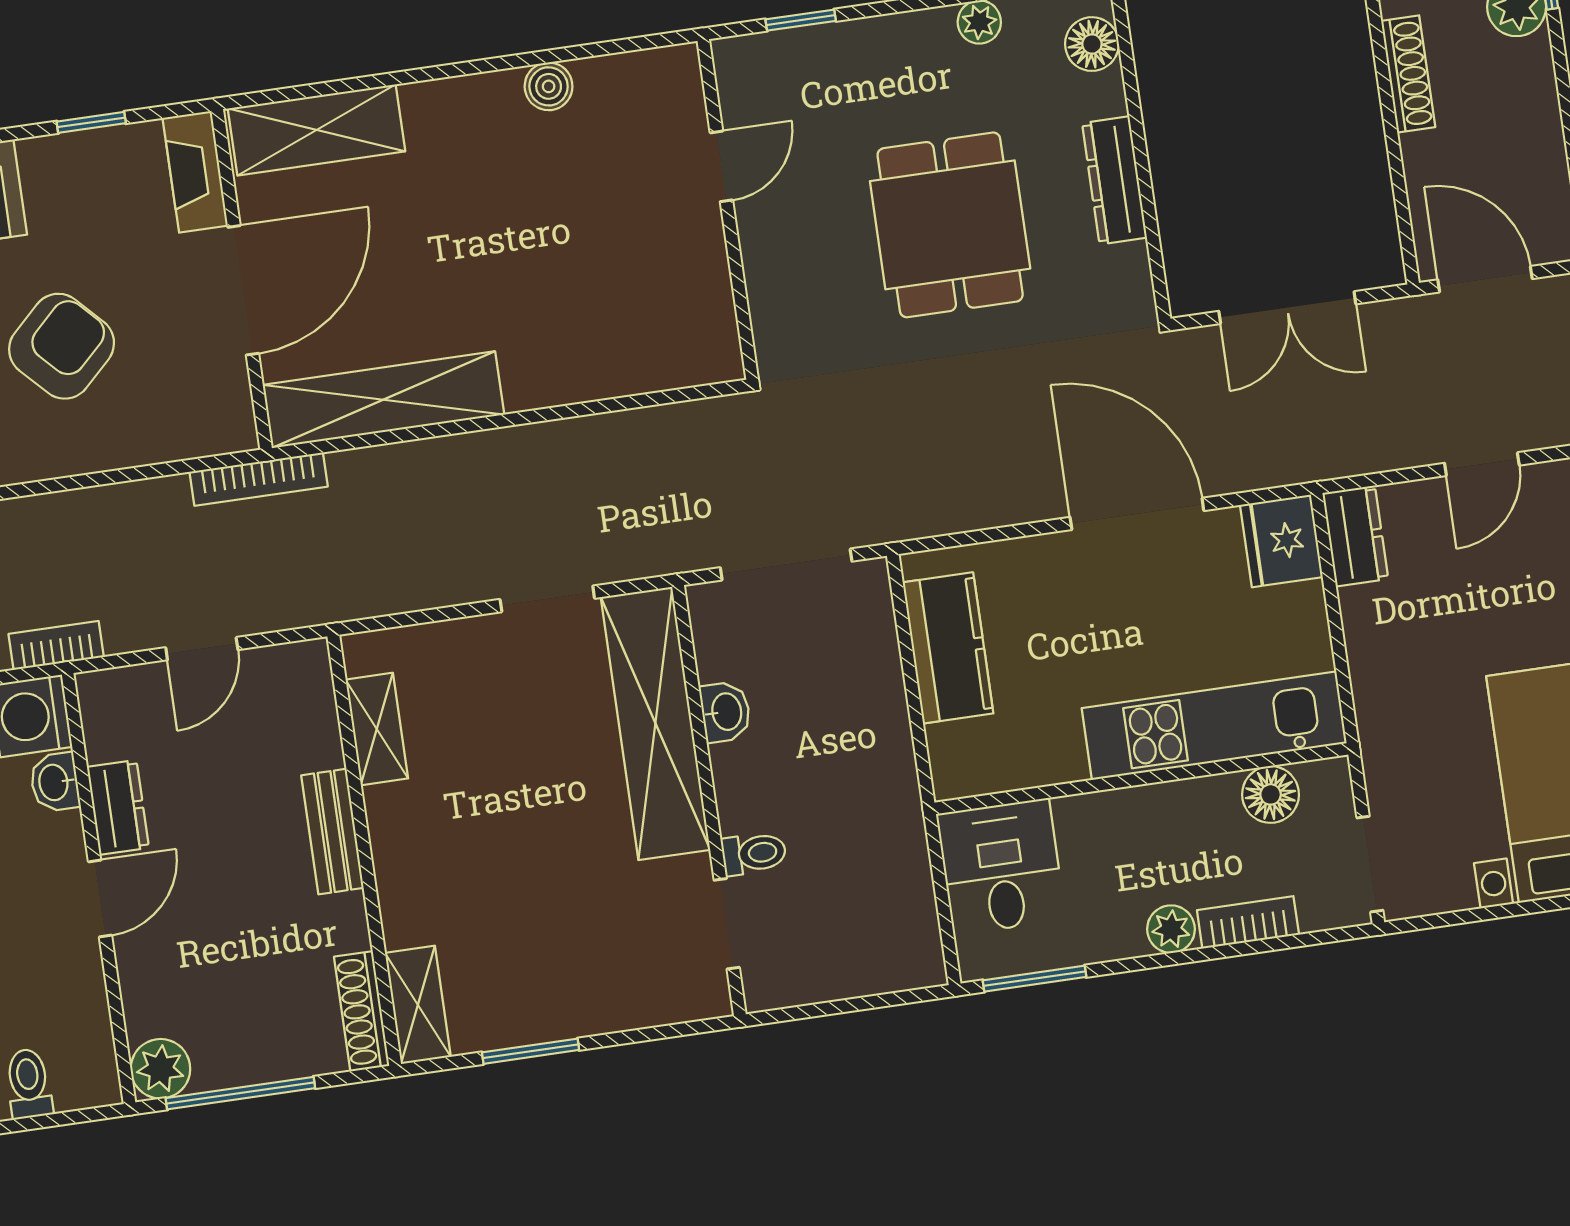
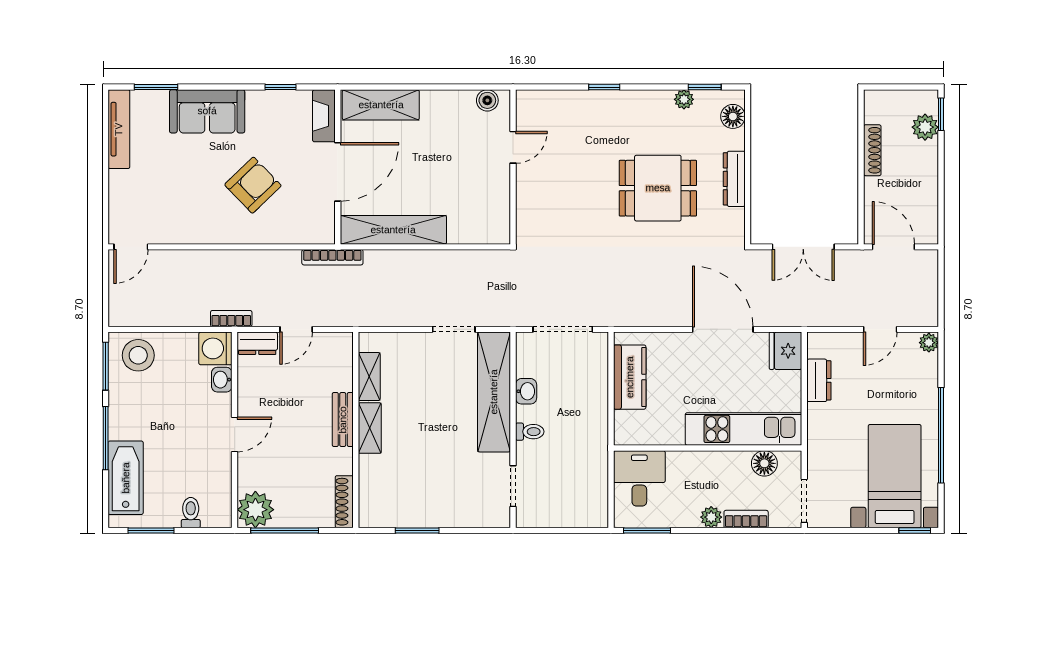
door: (721, 166) -> (513, 147), moved
wall: (728, 209) -> (513, 167), moved
dining table: (950, 225) -> (658, 188), turned 90
dresser: (1355, 536) -> (819, 380), moved
dresser: (118, 807) -> (257, 343), moved, turned 90
toilet: (754, 854) -> (530, 432), moved
shelving: (418, 1005) -> (370, 428), moved
plant: (160, 1069) -> (255, 510), width x1.36, depth x1.36

